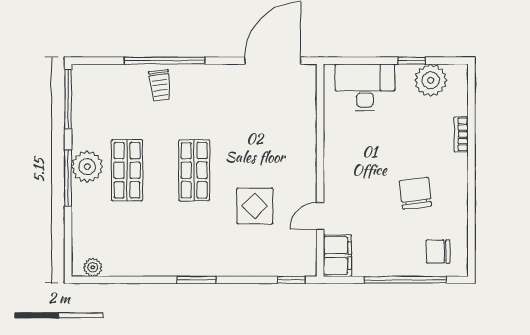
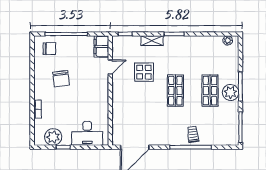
shelving: (239, 267) -> (152, 41), added

